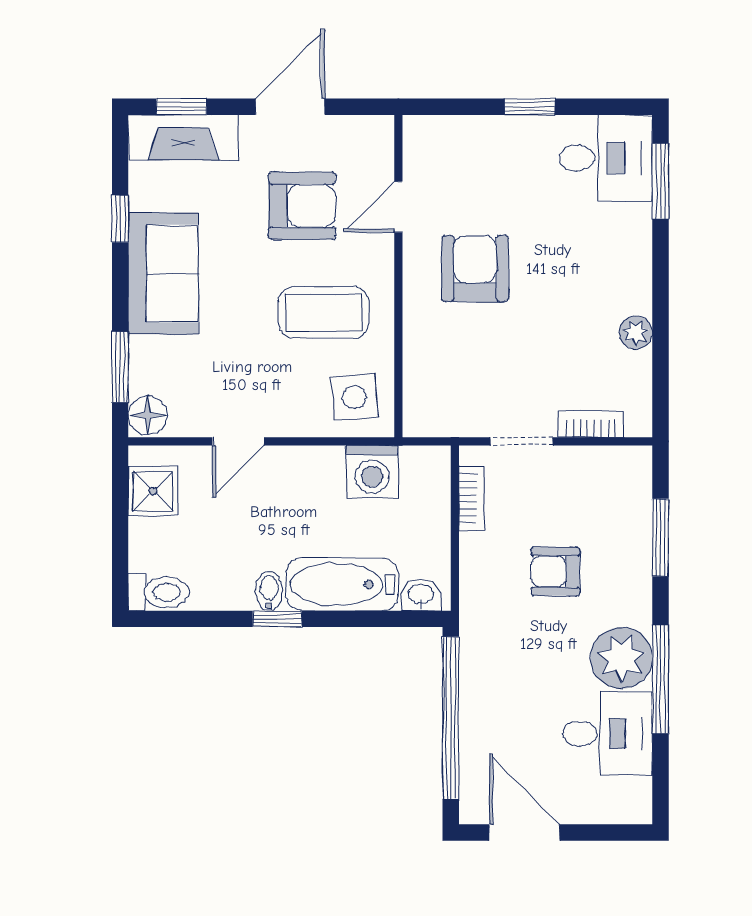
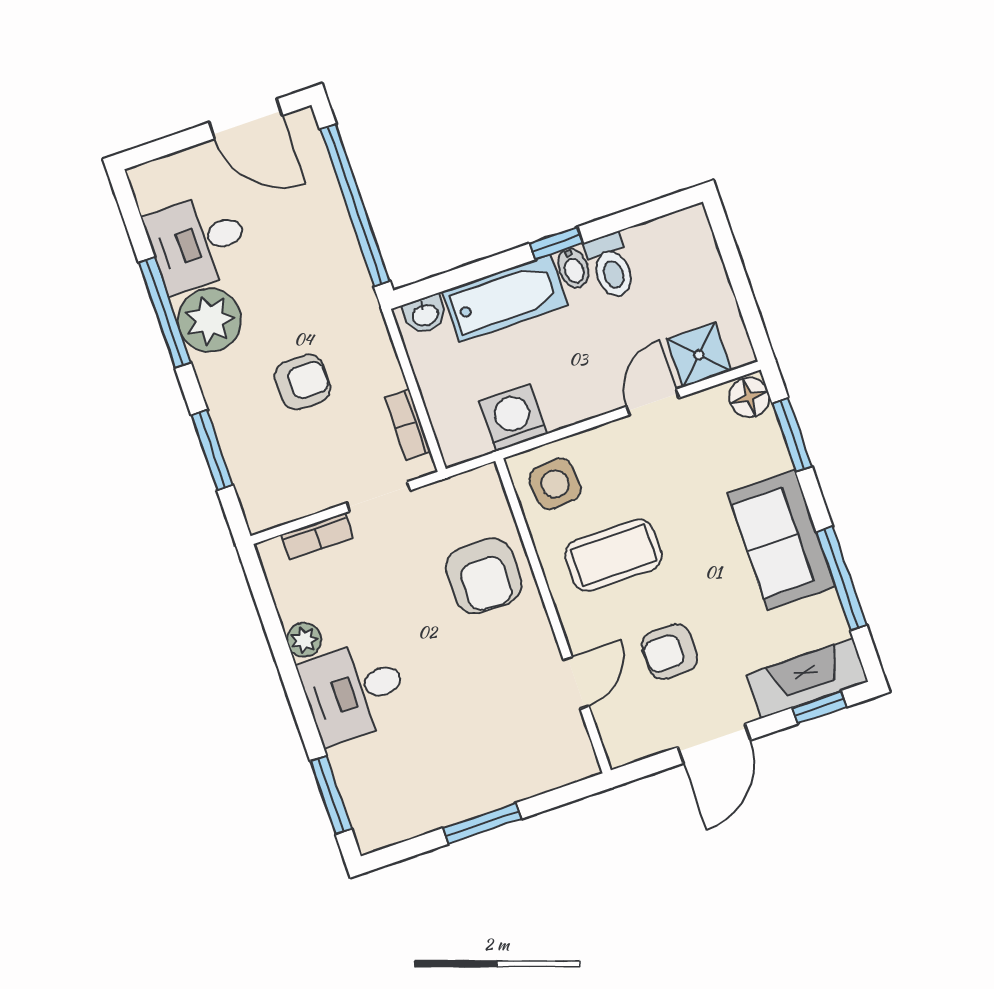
window: (530, 107) -> (482, 823), width x1.50
desk: (606, 158) -> (354, 691), moved
armchair: (302, 206) -> (670, 652), width x0.72, depth x0.72
window: (120, 219) -> (842, 578), width x2.17
armchair: (475, 268) -> (484, 576), moved
shower: (153, 491) -> (699, 355), moved
toilet: (159, 592) -> (611, 266), moved, turned -90

